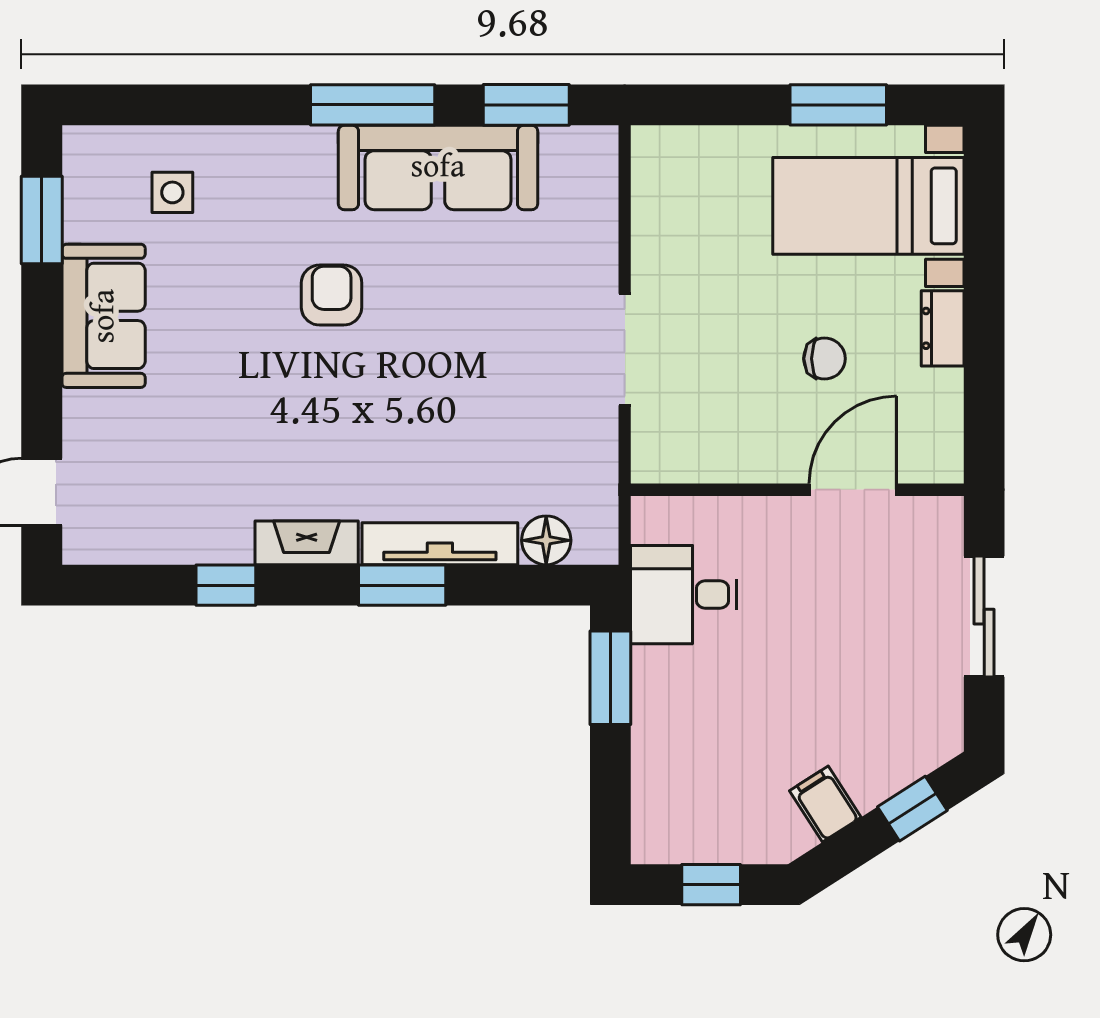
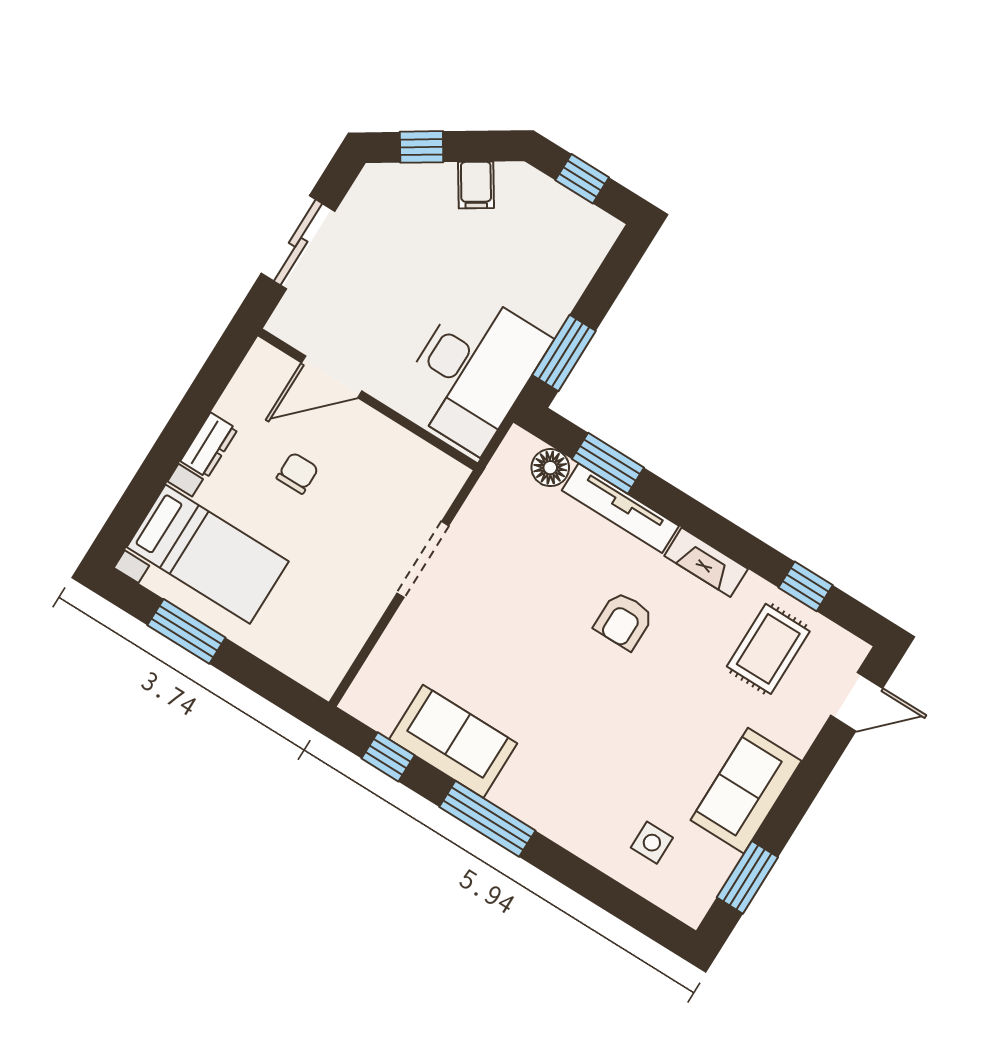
window: (526, 105) -> (388, 757), width x0.67
sofa: (438, 167) -> (453, 741), width x0.73
armchair: (332, 295) -> (624, 621), moved
chair: (824, 359) -> (297, 473), turned 90
rug: (177, 489) -> (768, 649), added
window: (226, 585) -> (806, 586), moved
window: (402, 585) -> (608, 463), moved
desk: (684, 595) -> (473, 371), width x1.87, depth x1.30

